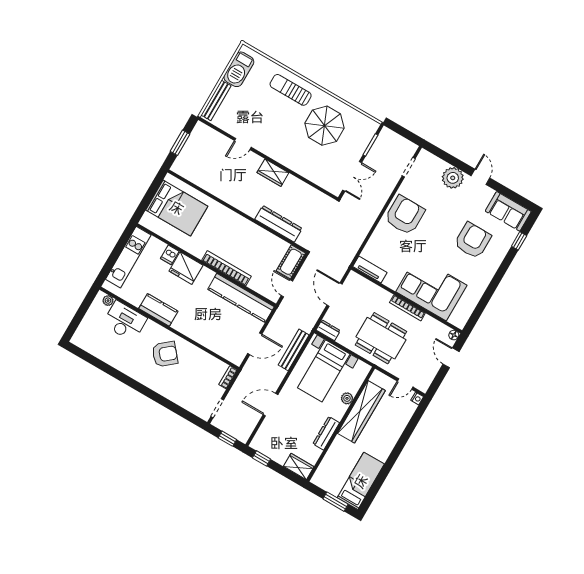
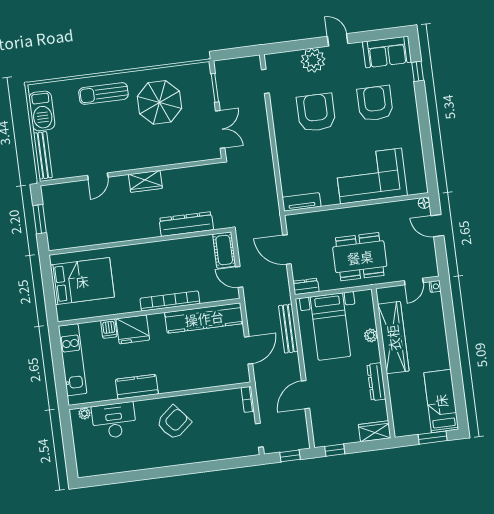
armchair: (405, 215) -> (316, 113), moved
bookcase: (407, 308) -> (363, 211), removed

